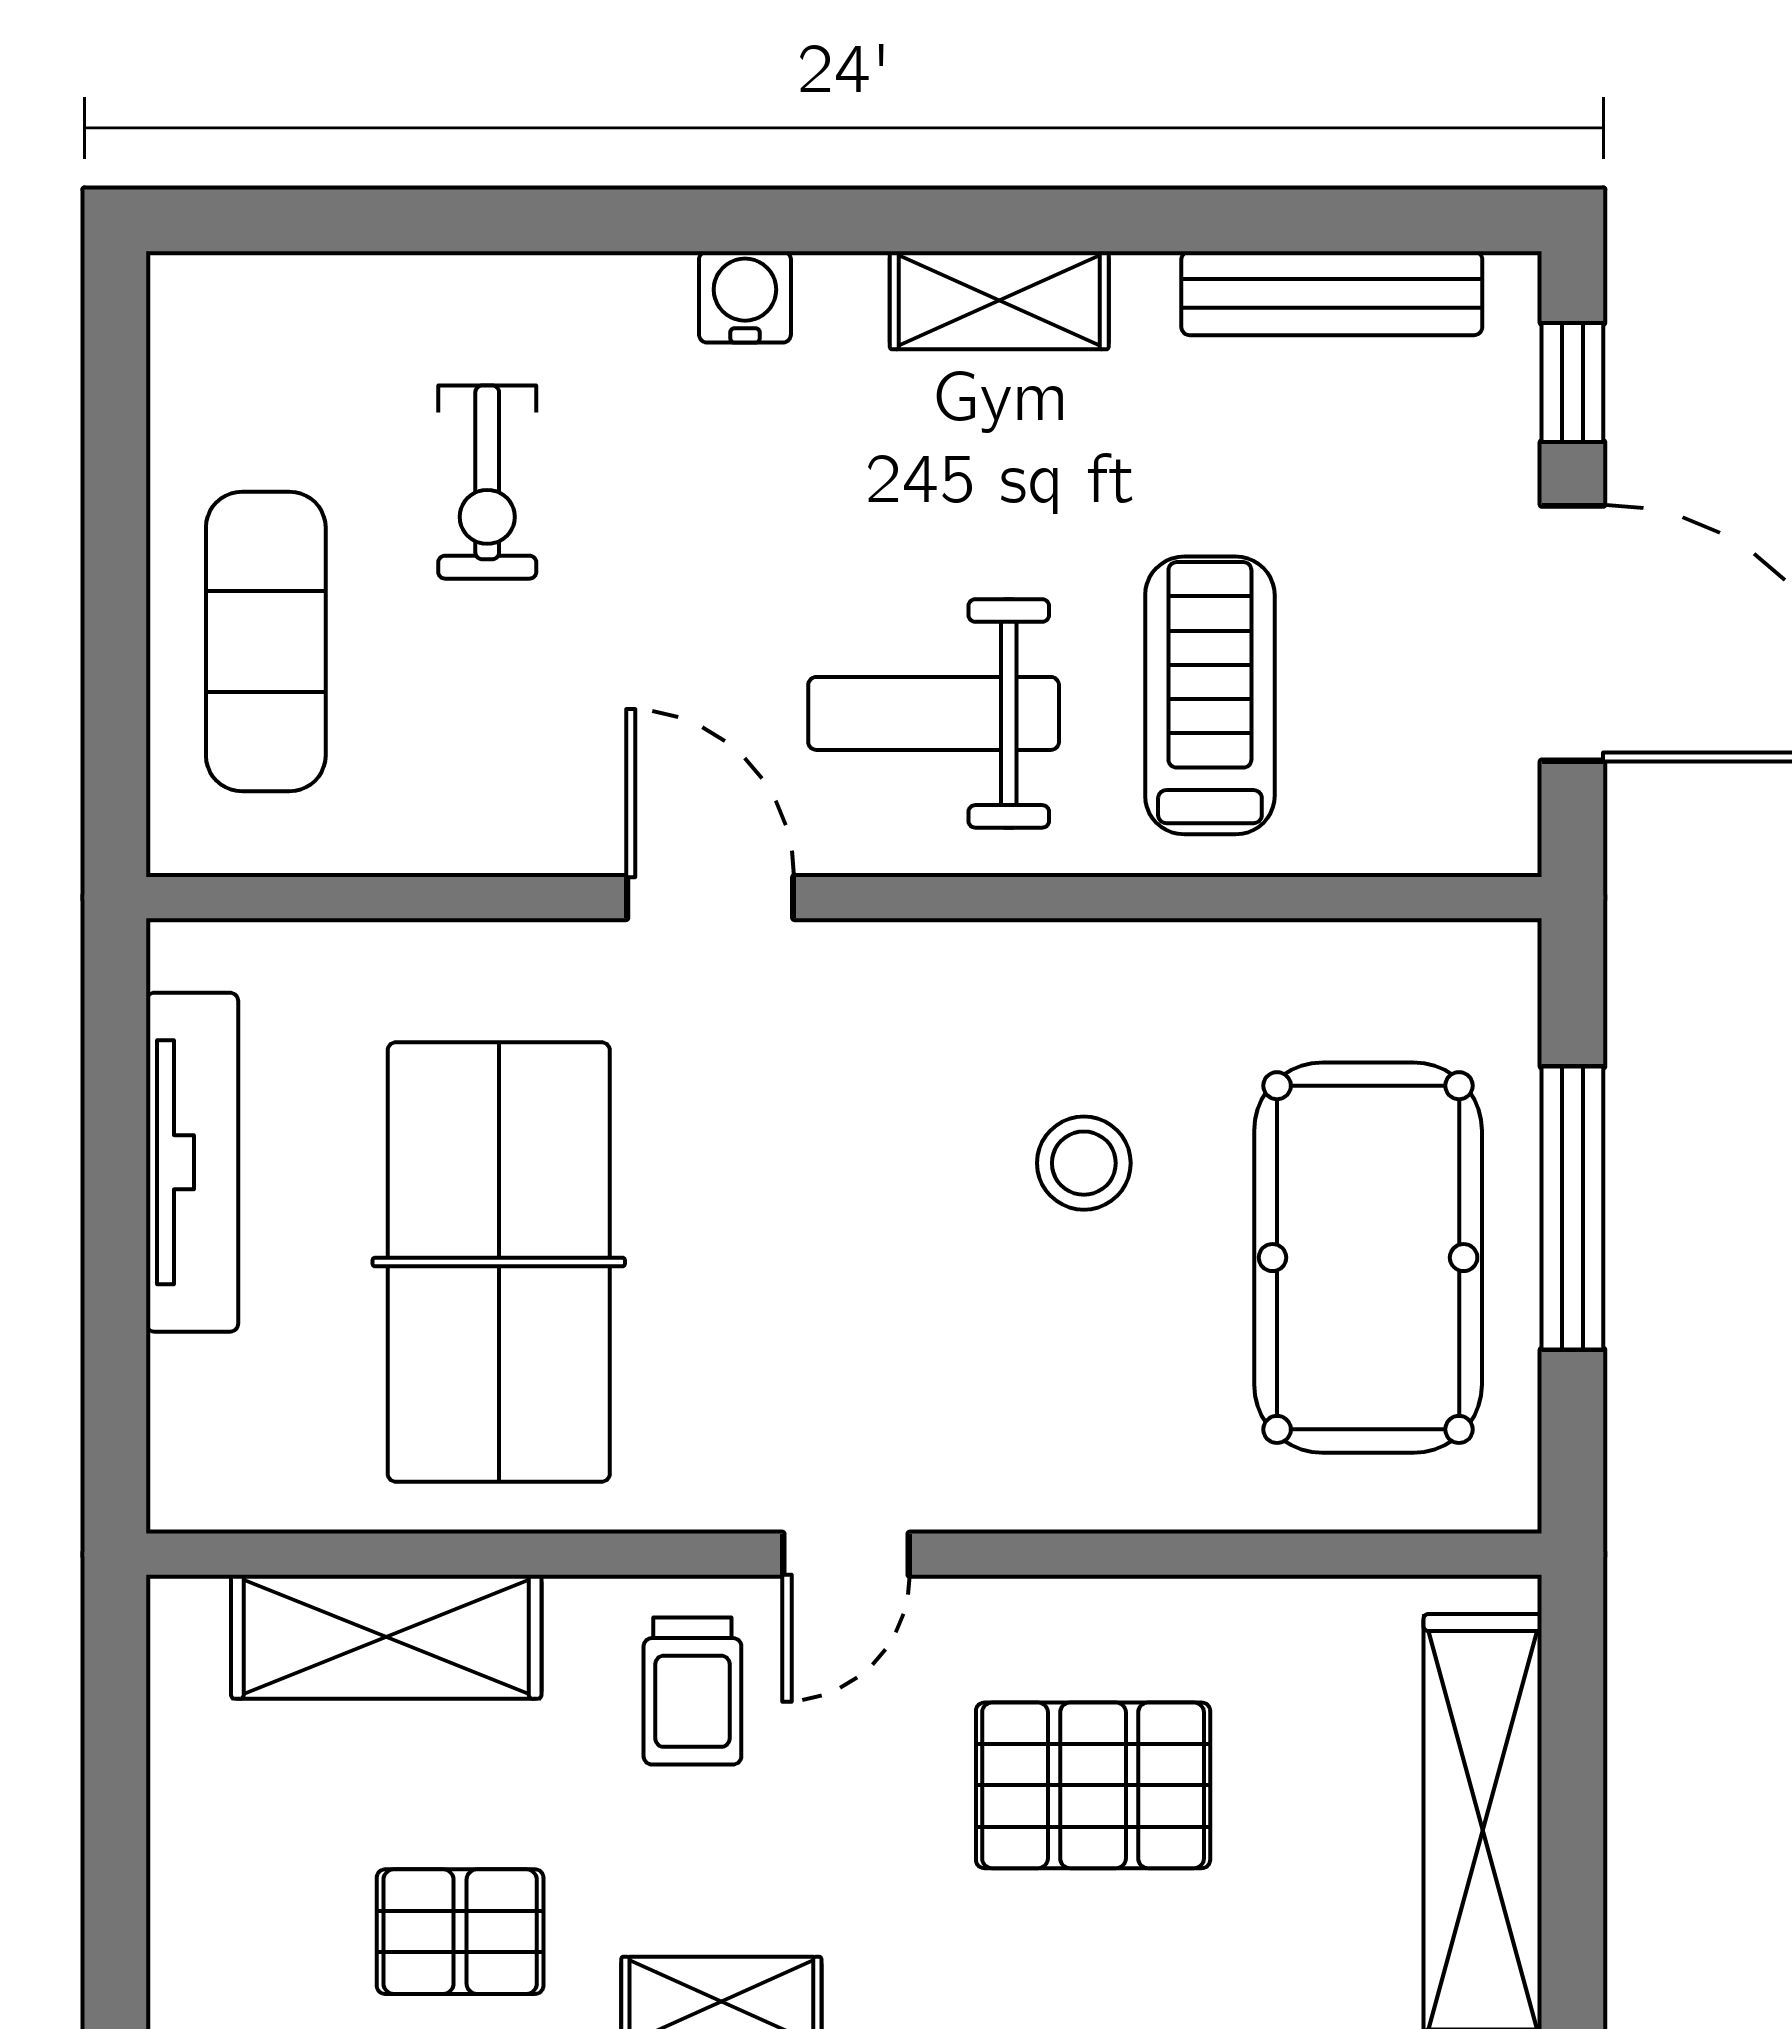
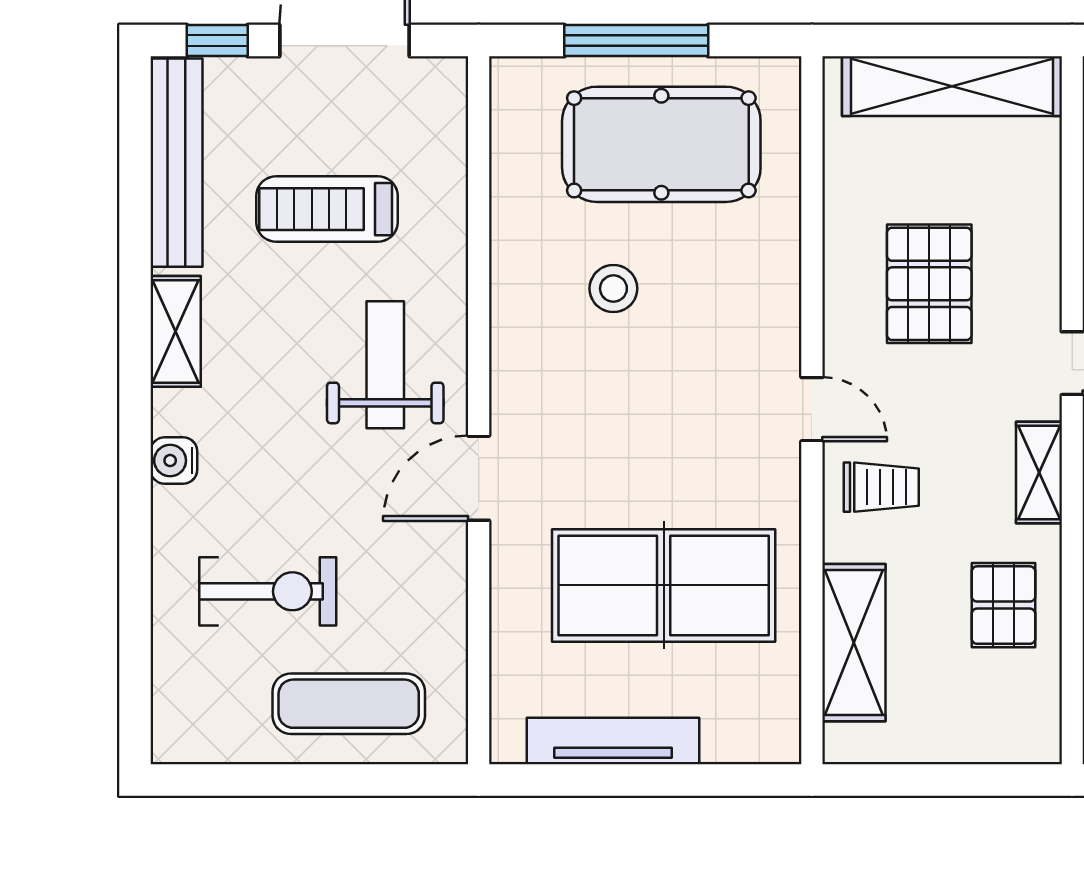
bench: (1332, 293) -> (177, 163), width x1.37, depth x1.21
exercise bike: (487, 482) -> (268, 591), width x1.38, depth x1.39
treadmill: (1210, 695) -> (327, 209), moved
weight bench: (934, 713) -> (385, 365), turned 180

